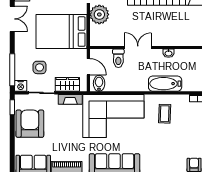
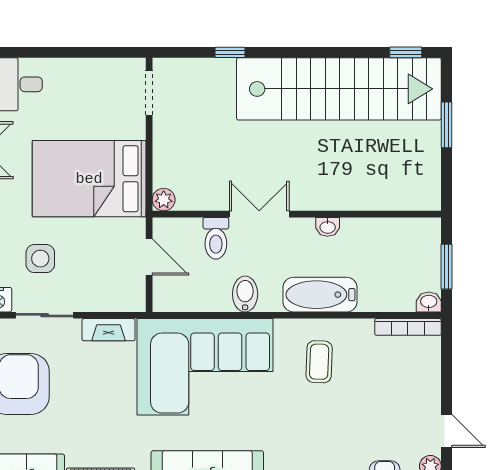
plant: (99, 14) -> (164, 200), moved, width x0.53, depth x0.53
bidet: (99, 83) -> (245, 294), moved
wardrobe: (67, 84) -> (102, 296), removed

